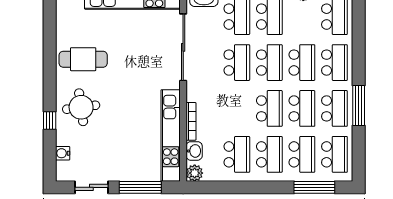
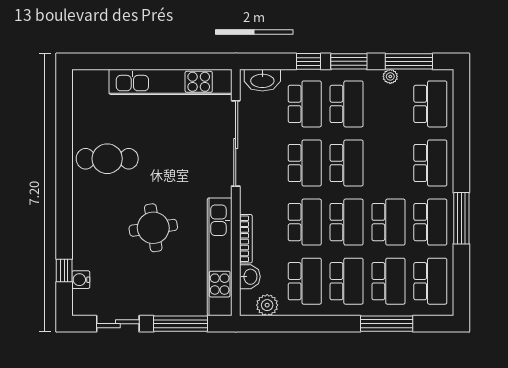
school desk: (302, 63) -> (305, 222), moved
round table: (81, 107) -> (153, 228), moved
window: (50, 120) -> (64, 270), moved
plant: (195, 173) -> (267, 305), moved
window: (314, 187) -> (387, 324), moved

